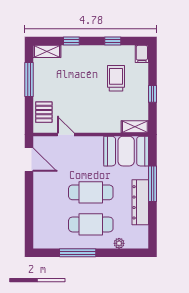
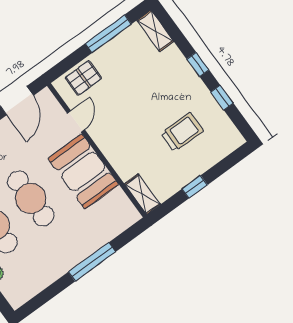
window: (71, 41) -> (198, 64), moved
filing cabinet: (142, 54) -> (232, 141), removed
booth: (126, 151) -> (83, 171), moved
dresser: (140, 202) -> (61, 263), removed

